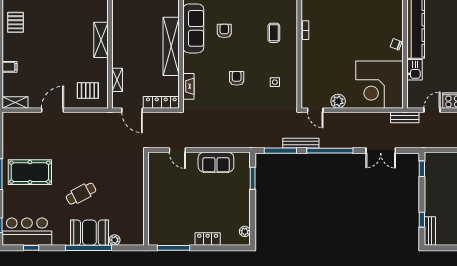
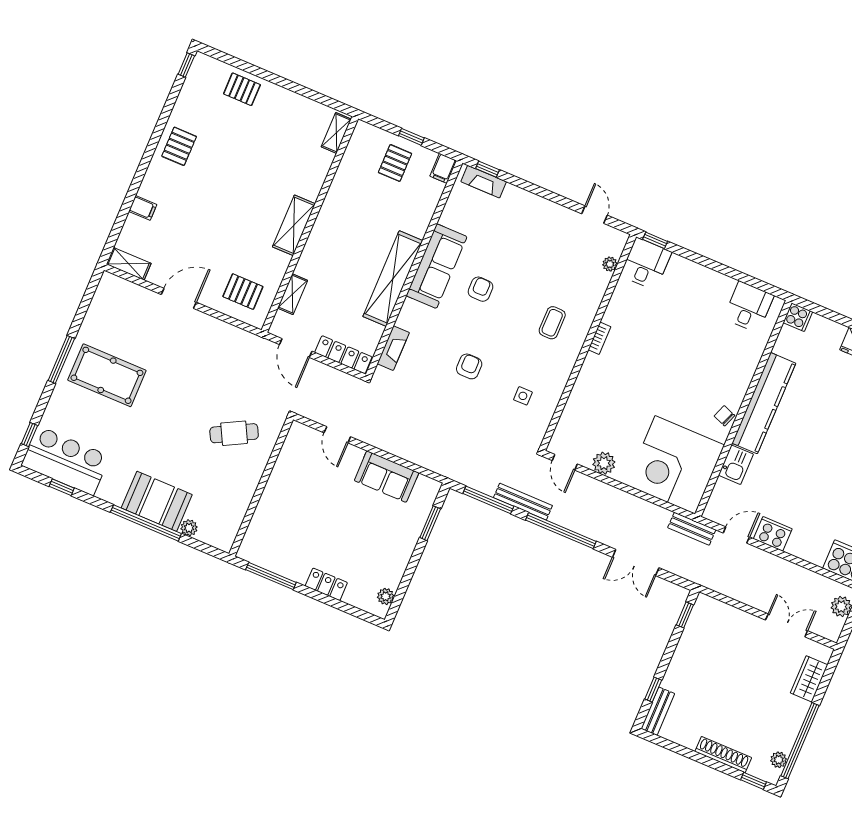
cafe table: (81, 194) -> (234, 433), moved

